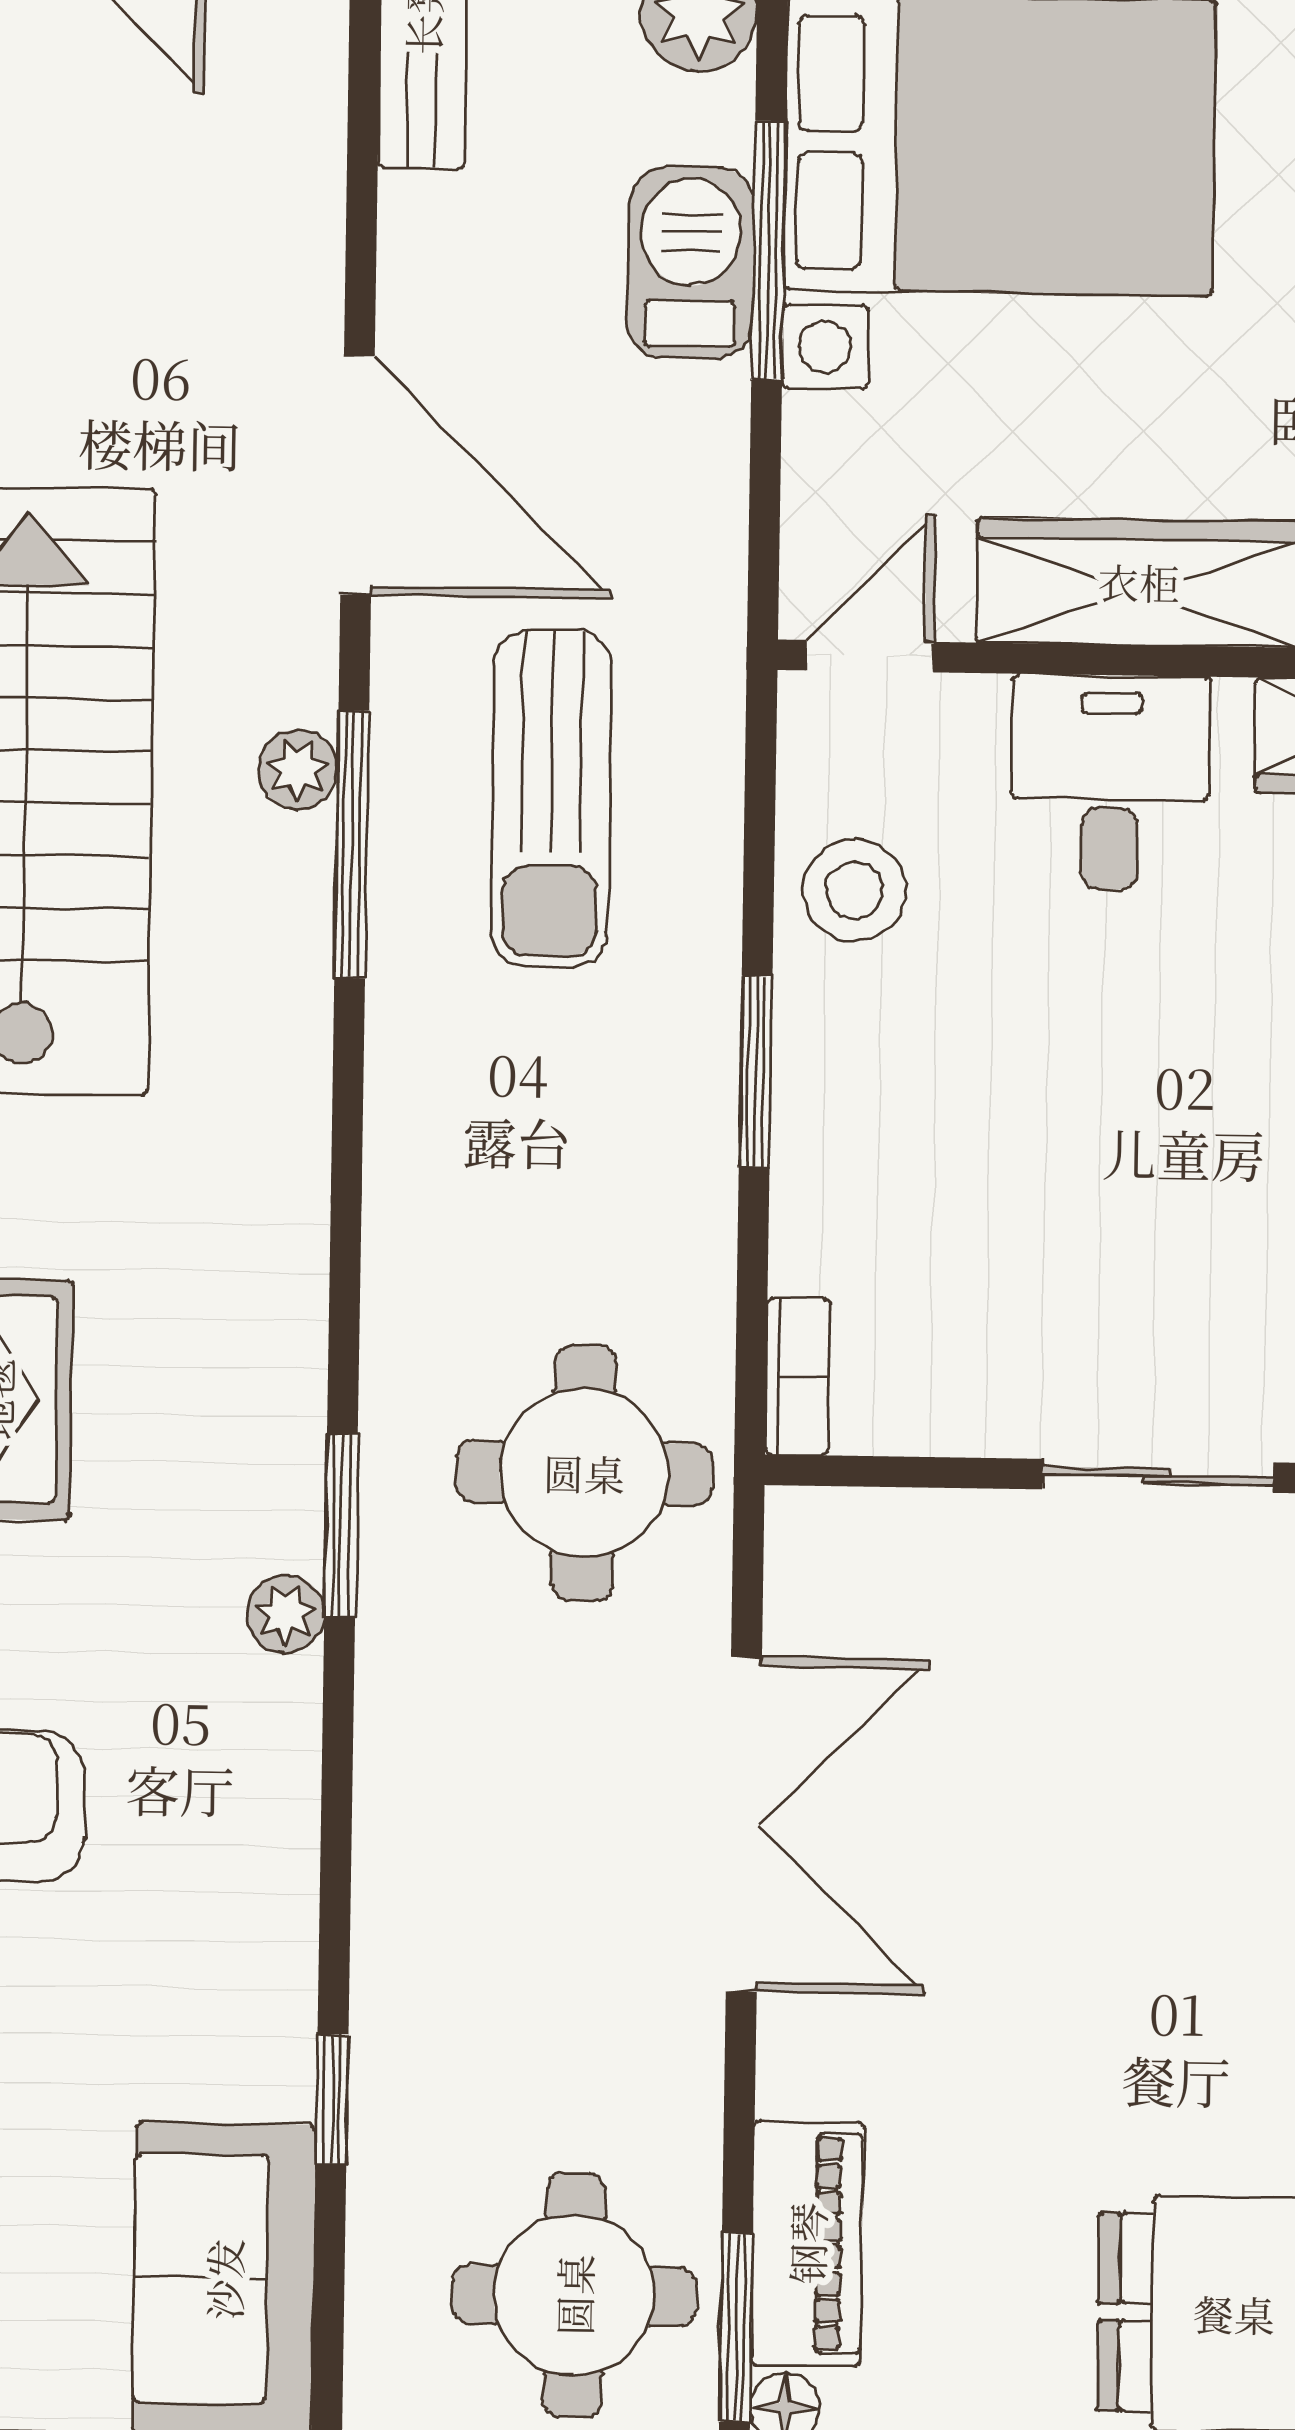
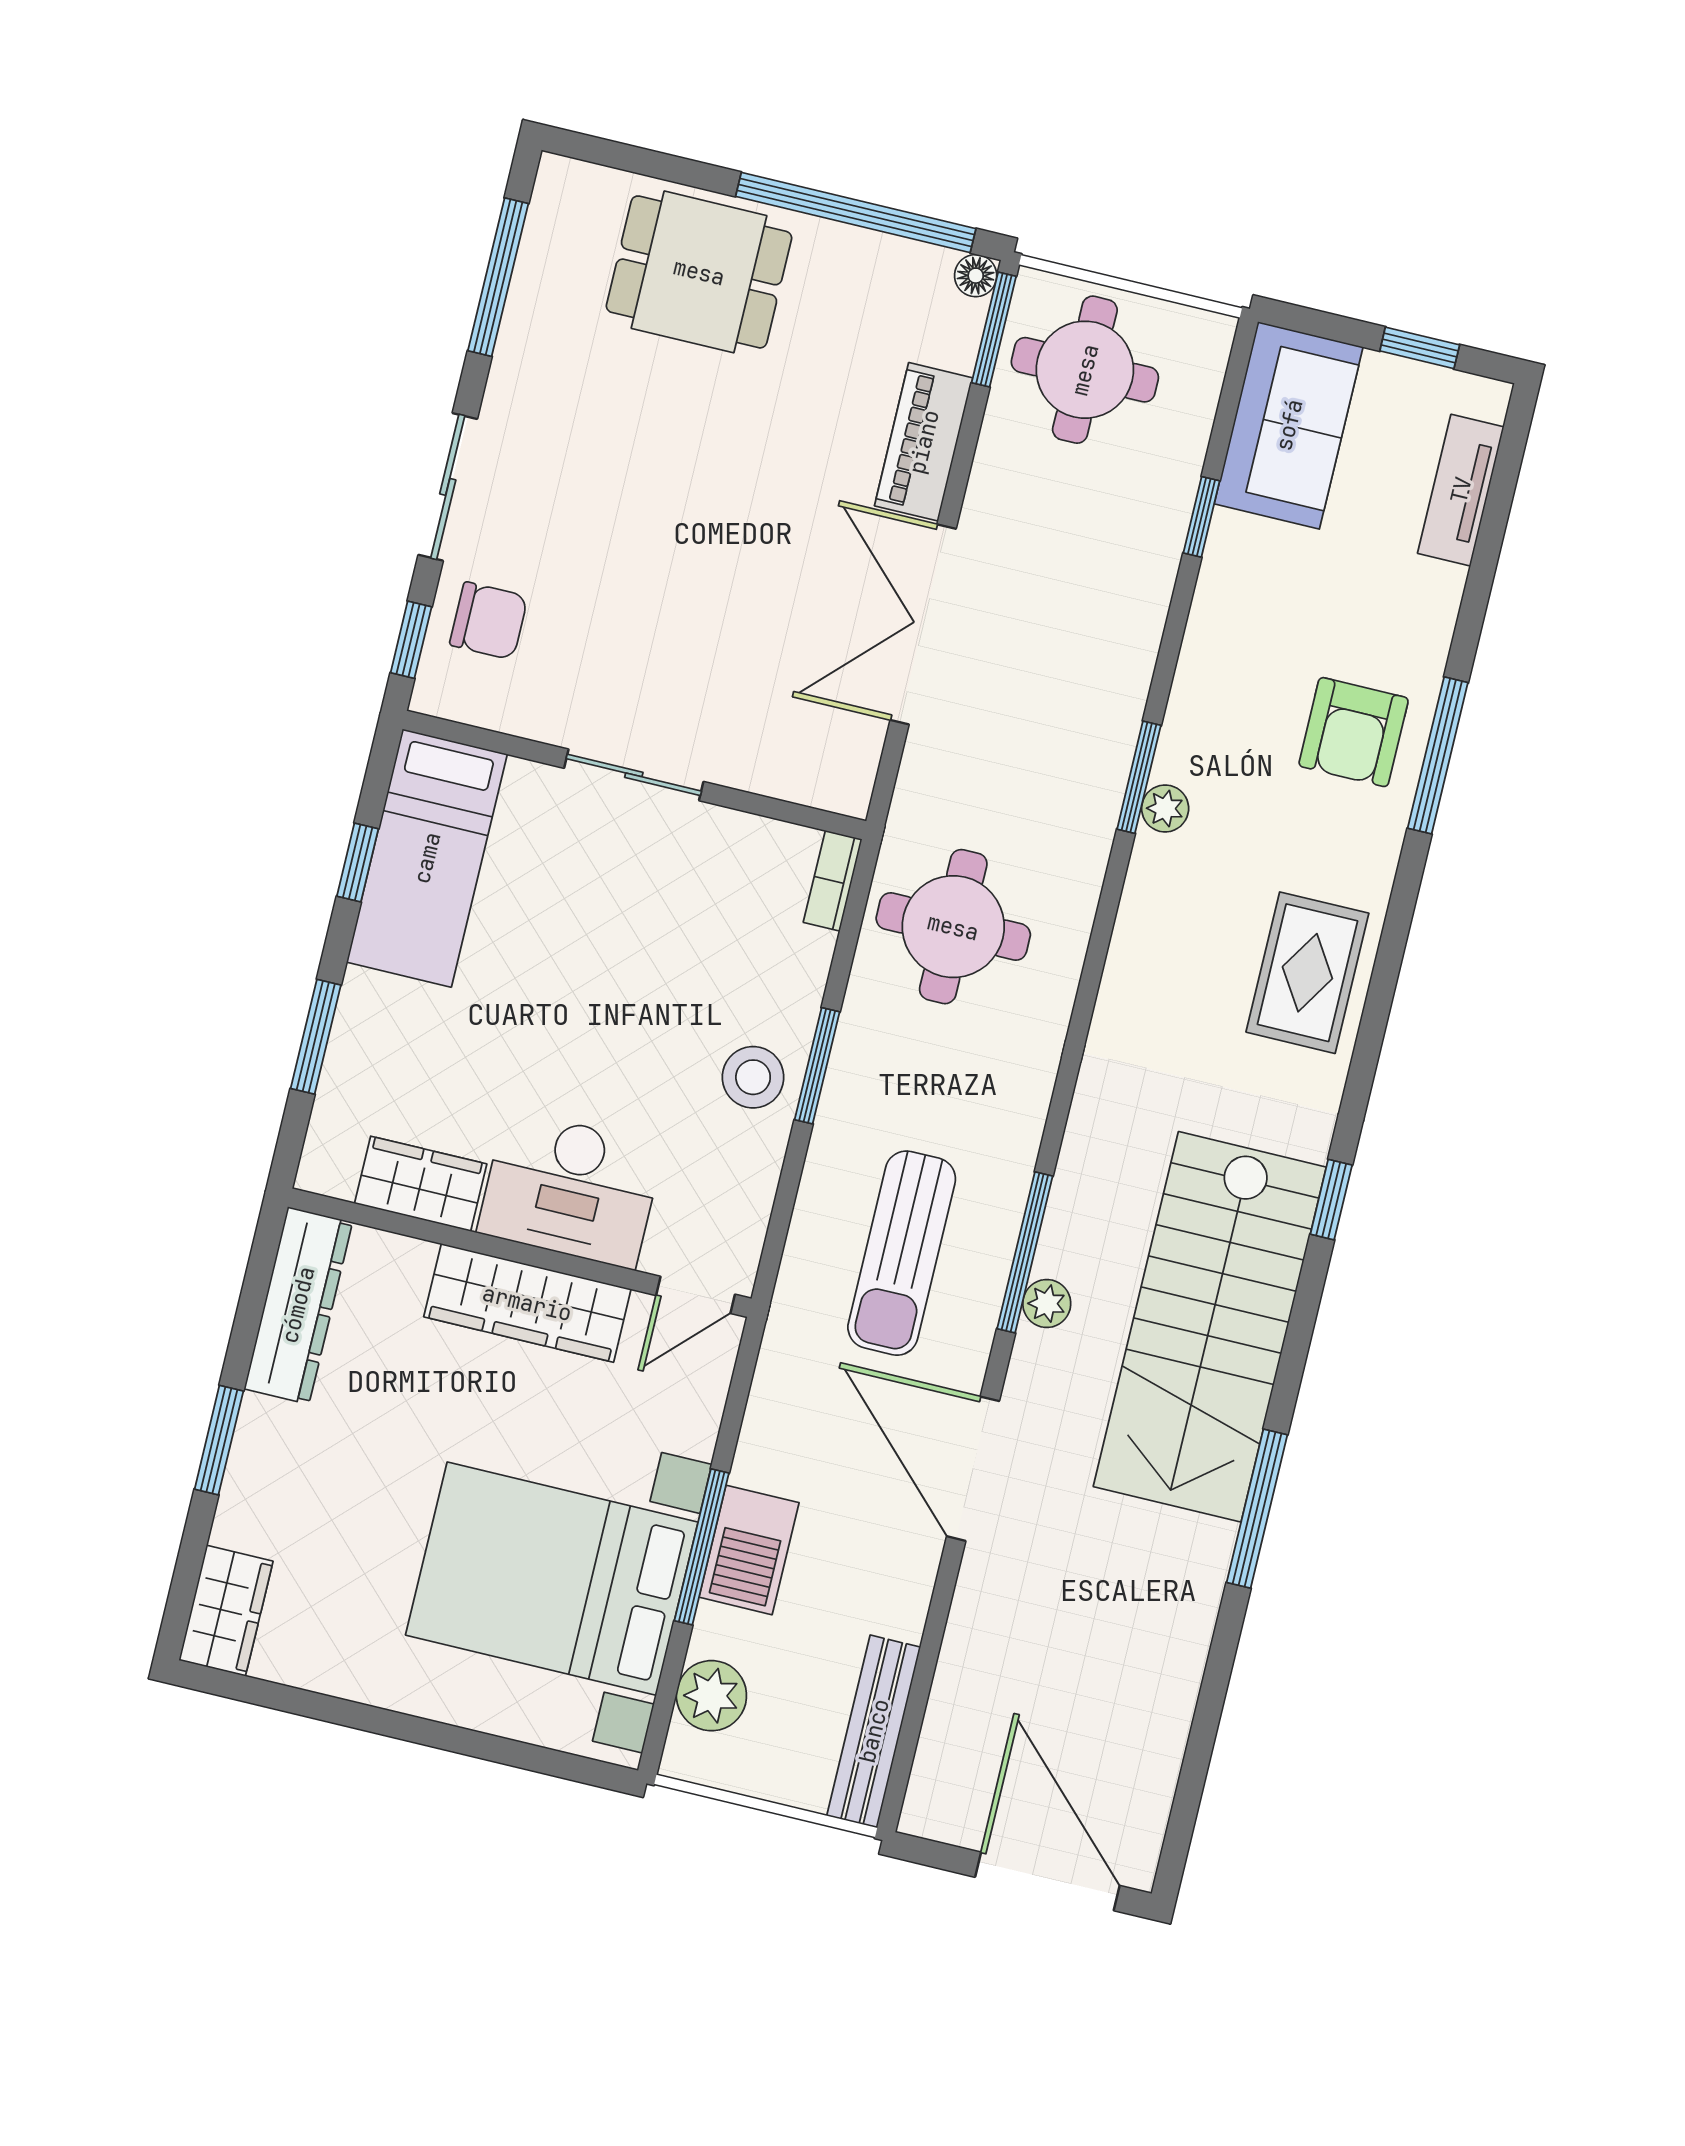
desk: (1111, 782) -> (570, 1189), width x1.37
sun lounger: (551, 799) -> (902, 1253), turned 180
stool: (854, 890) -> (753, 1077), moved
round table: (584, 1473) -> (953, 927), moved
window: (341, 1526) -> (1139, 777), moved
piano: (807, 2243) -> (924, 442), moved

